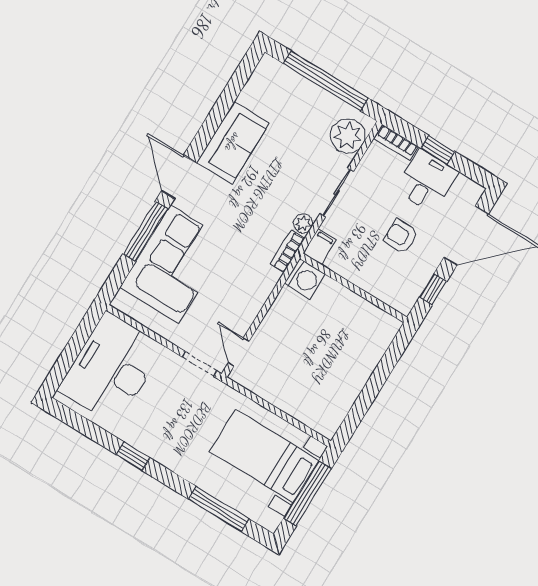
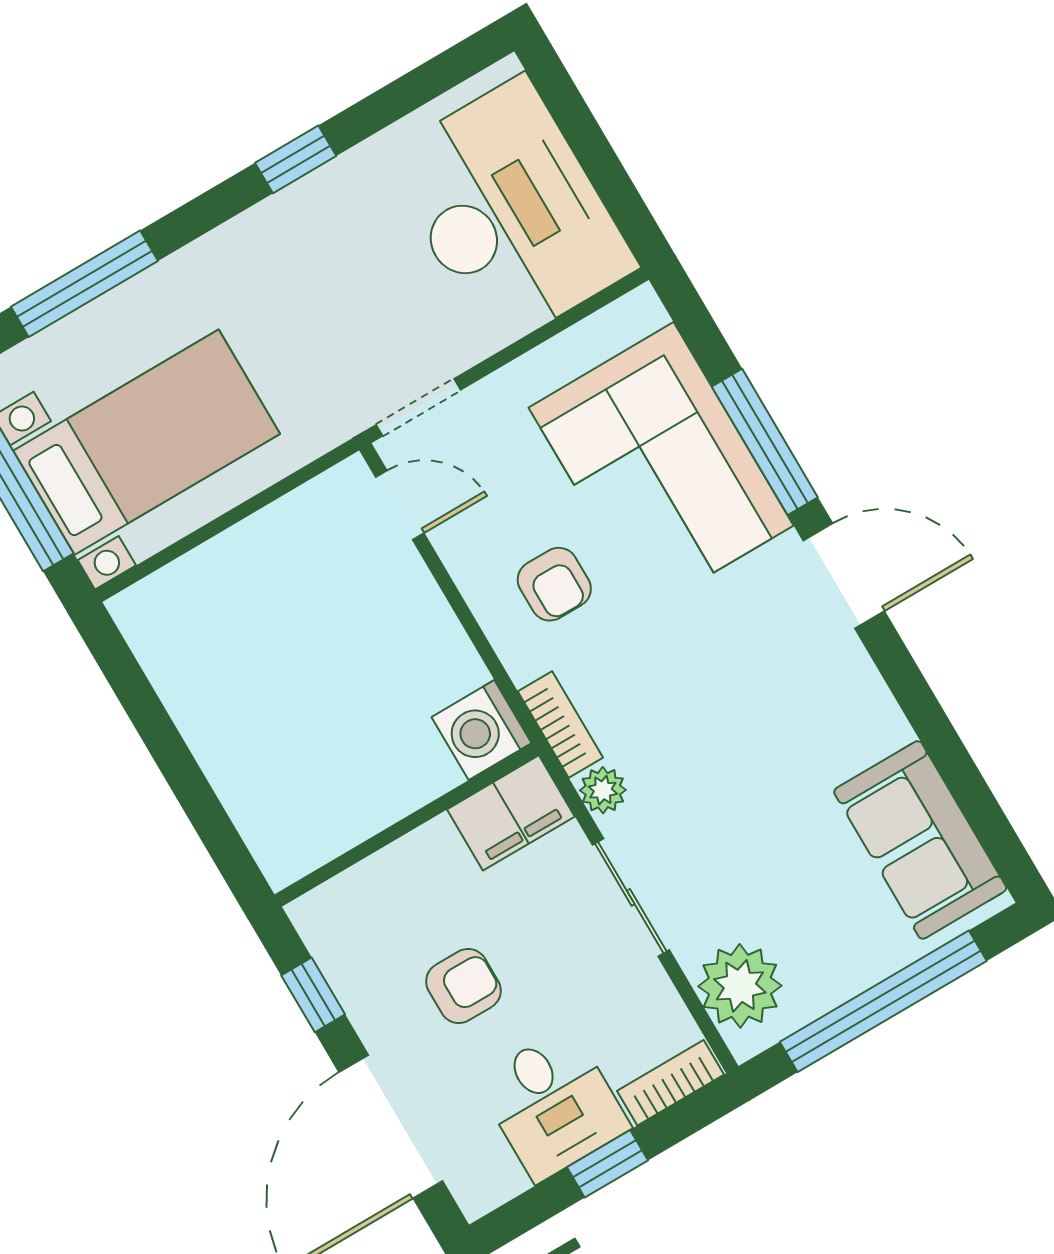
sofa: (233, 143) -> (920, 840), moved
filing cabinet: (320, 247) -> (511, 813), width x2.00
armchair: (238, 281) -> (554, 584), added

